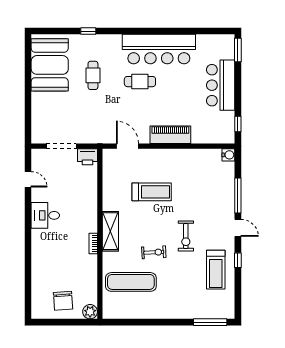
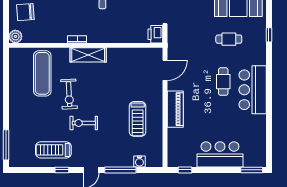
bar counter: (159, 49) -> (253, 90), width x0.73
water cooler: (228, 155) -> (139, 161), moved
treadmill: (152, 192) -> (138, 119), moved
exercise bike: (154, 252) -> (69, 94), width x1.38, depth x1.39

